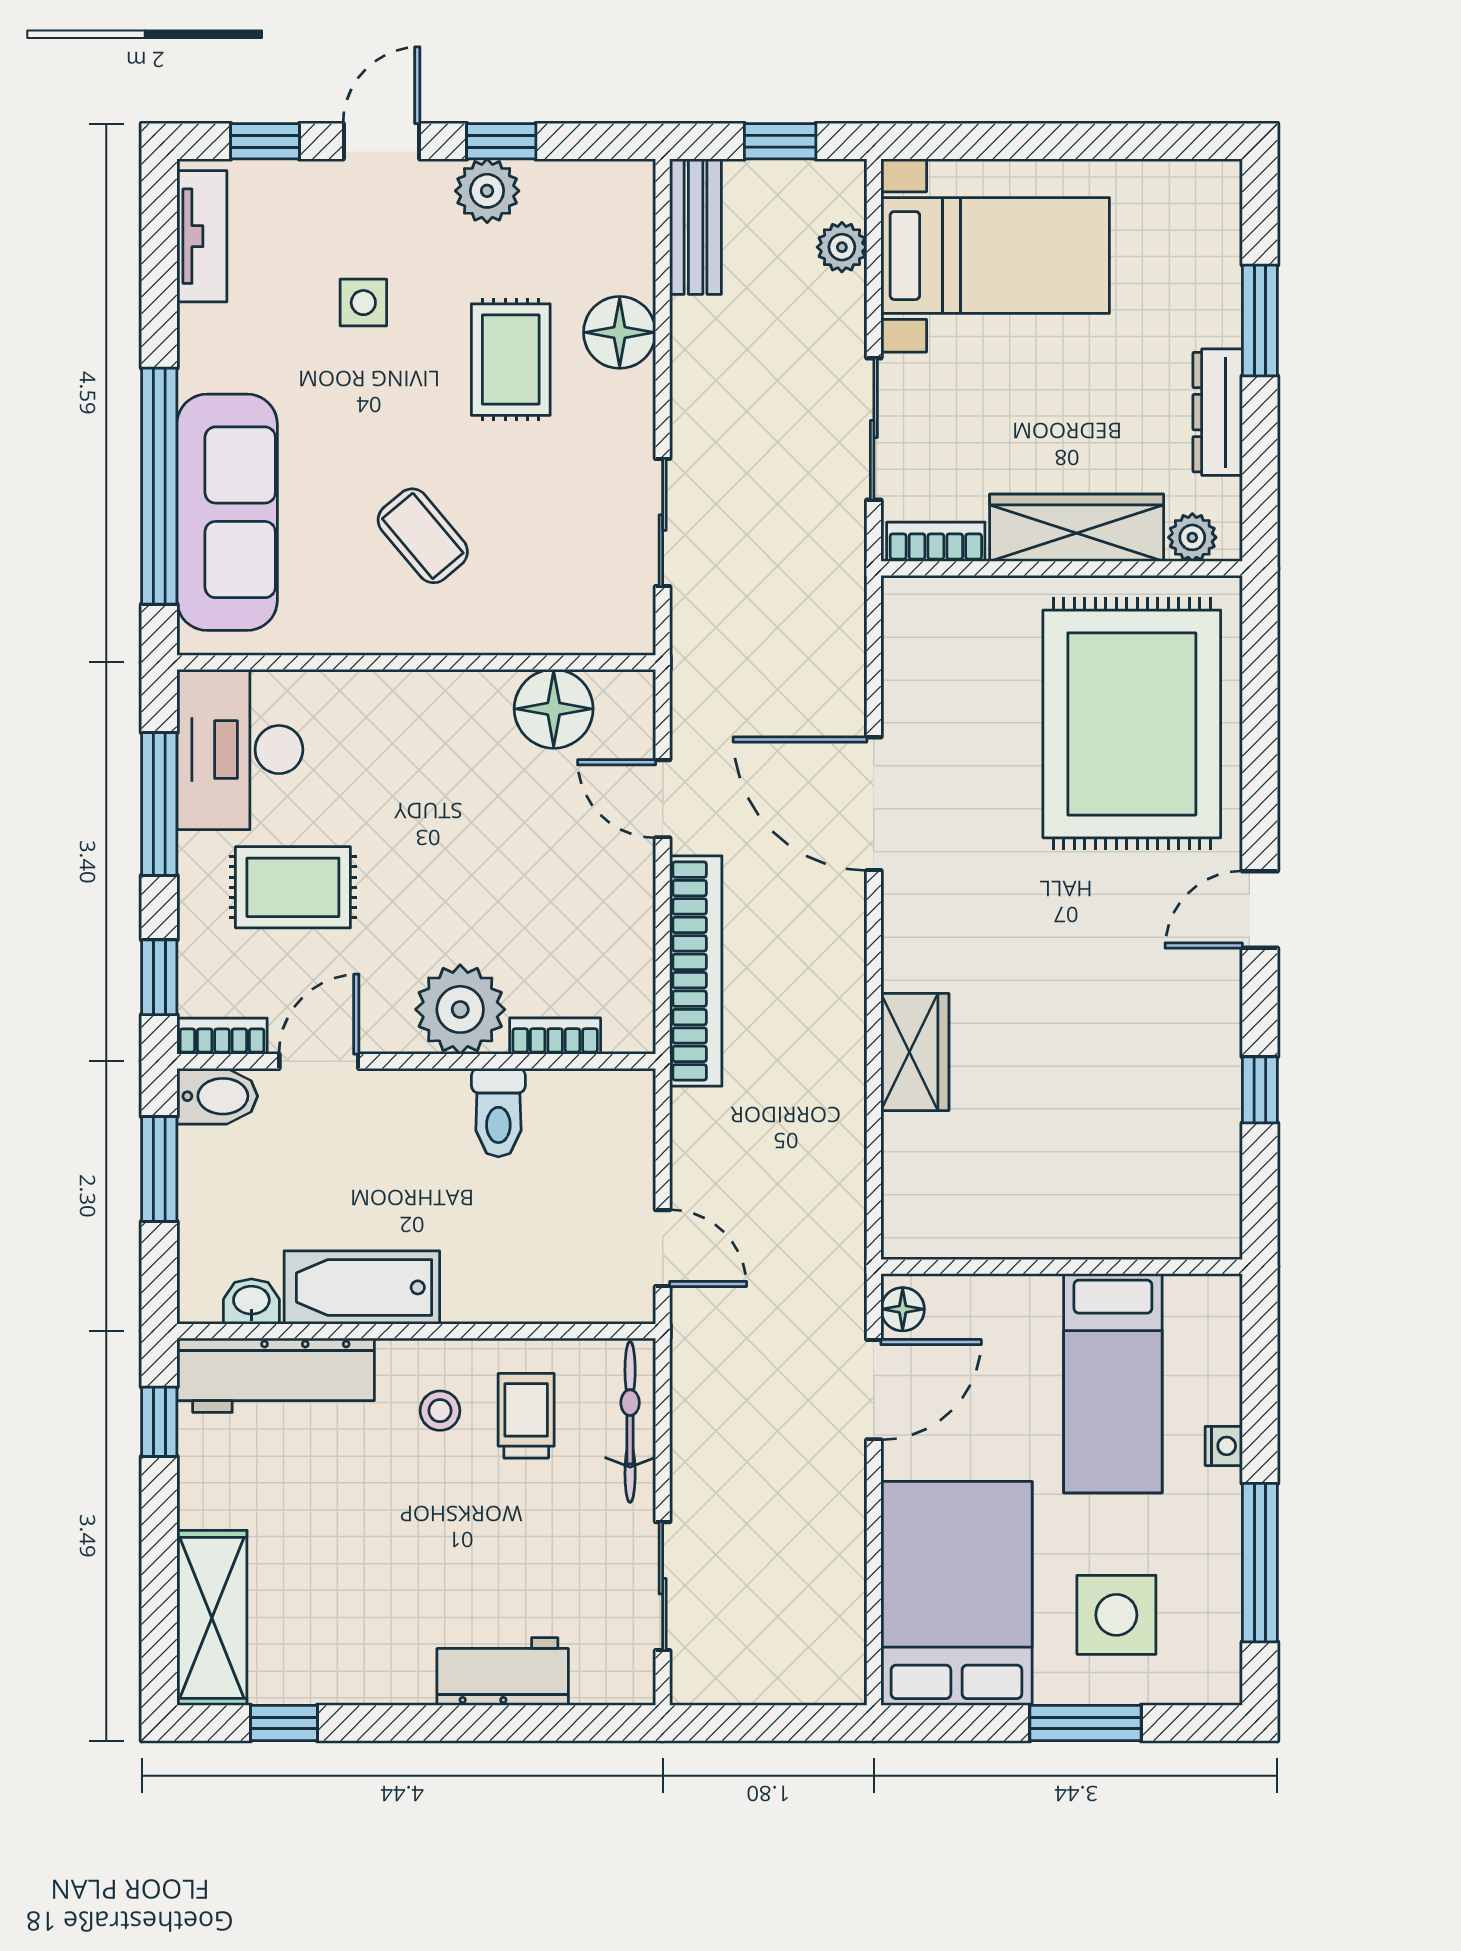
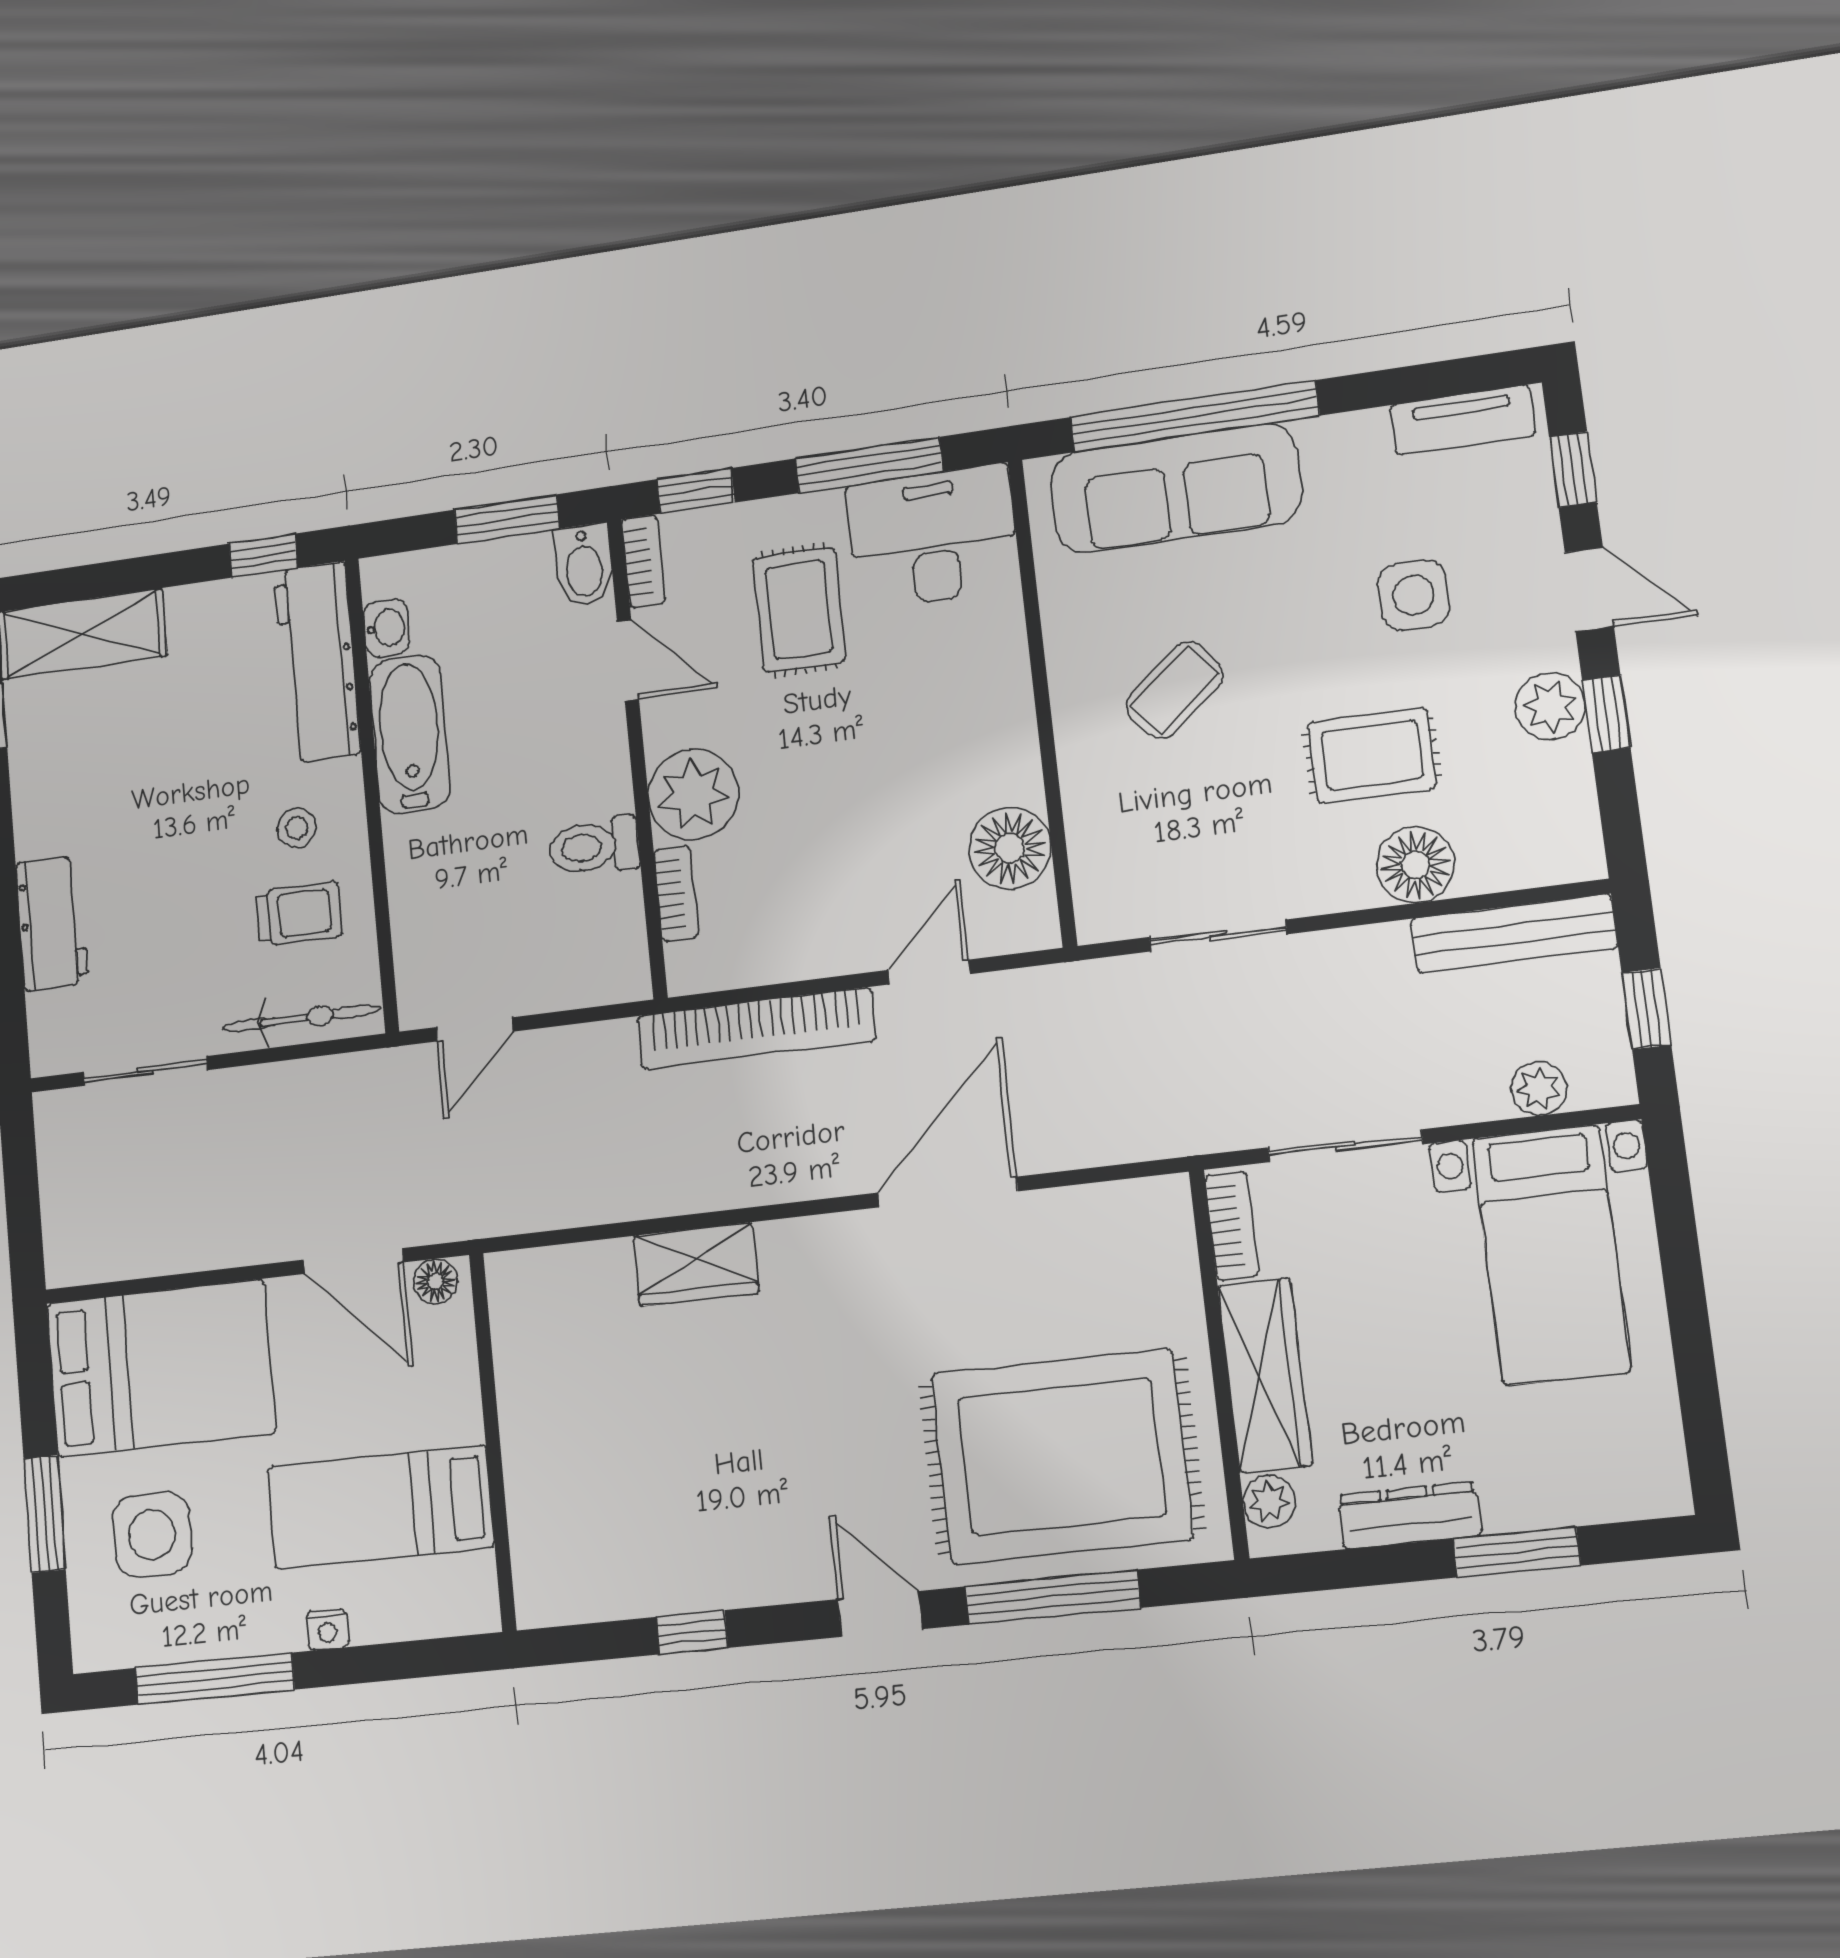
bench: (696, 227) -> (1514, 934), width x1.36
side table: (363, 303) -> (1413, 595), width x1.37, depth x1.37
window: (1260, 746) -> (1053, 1597), added

